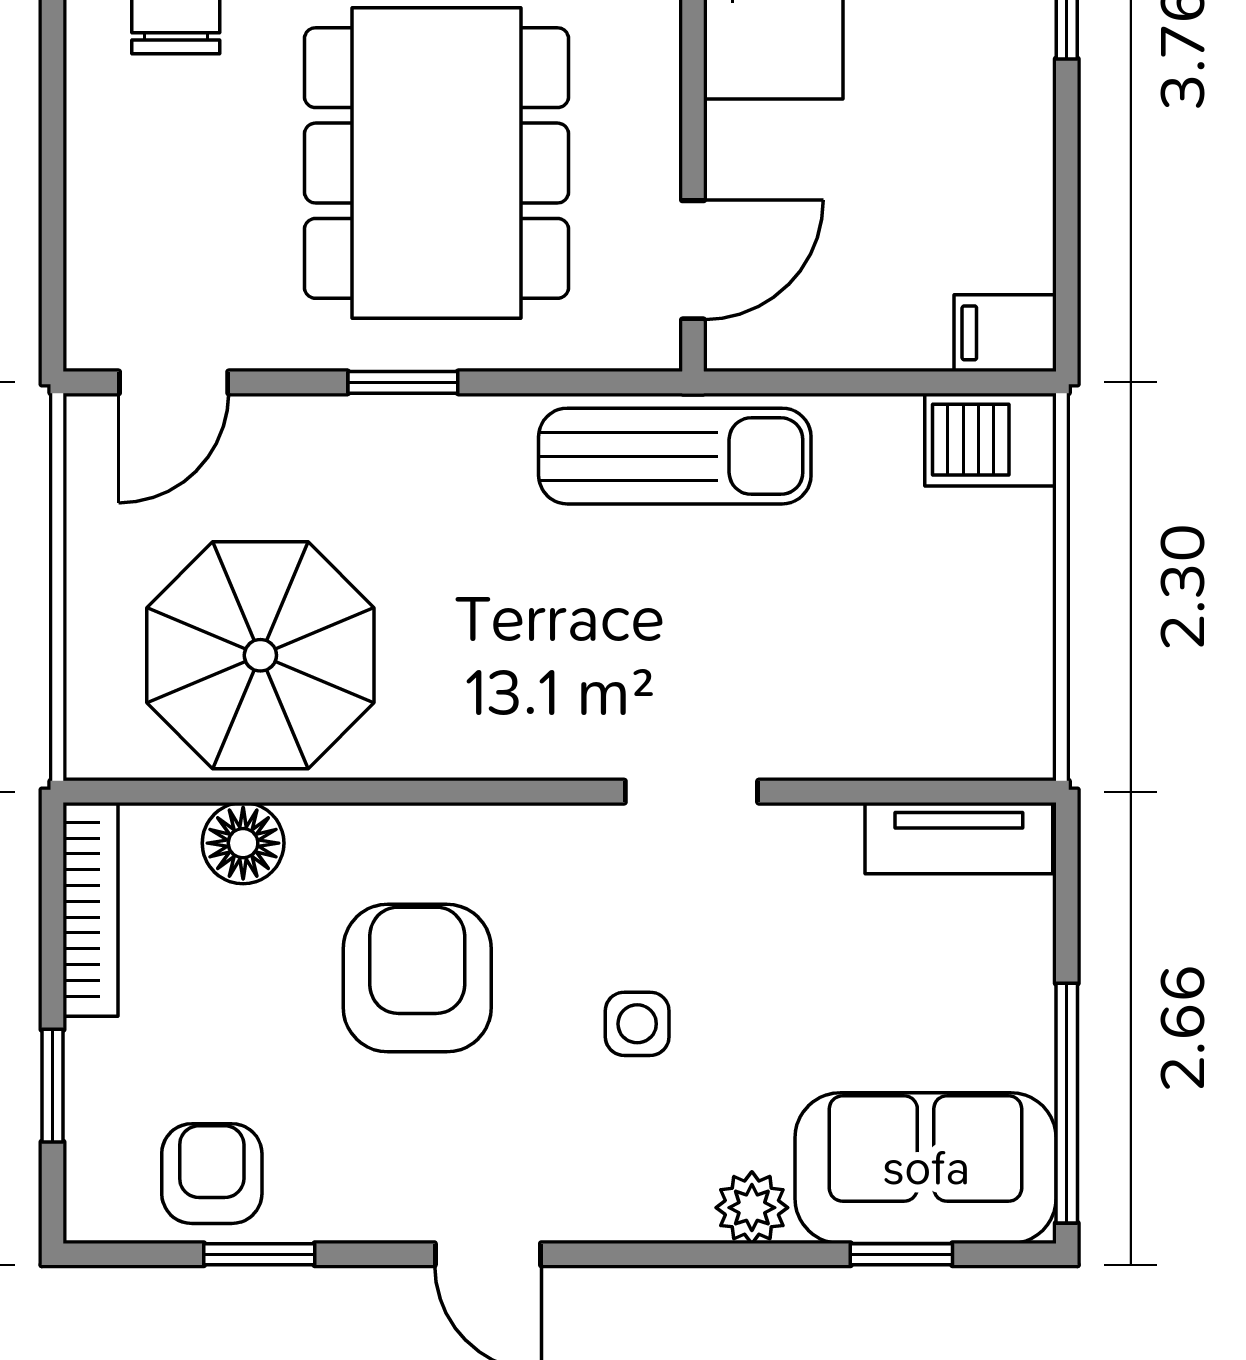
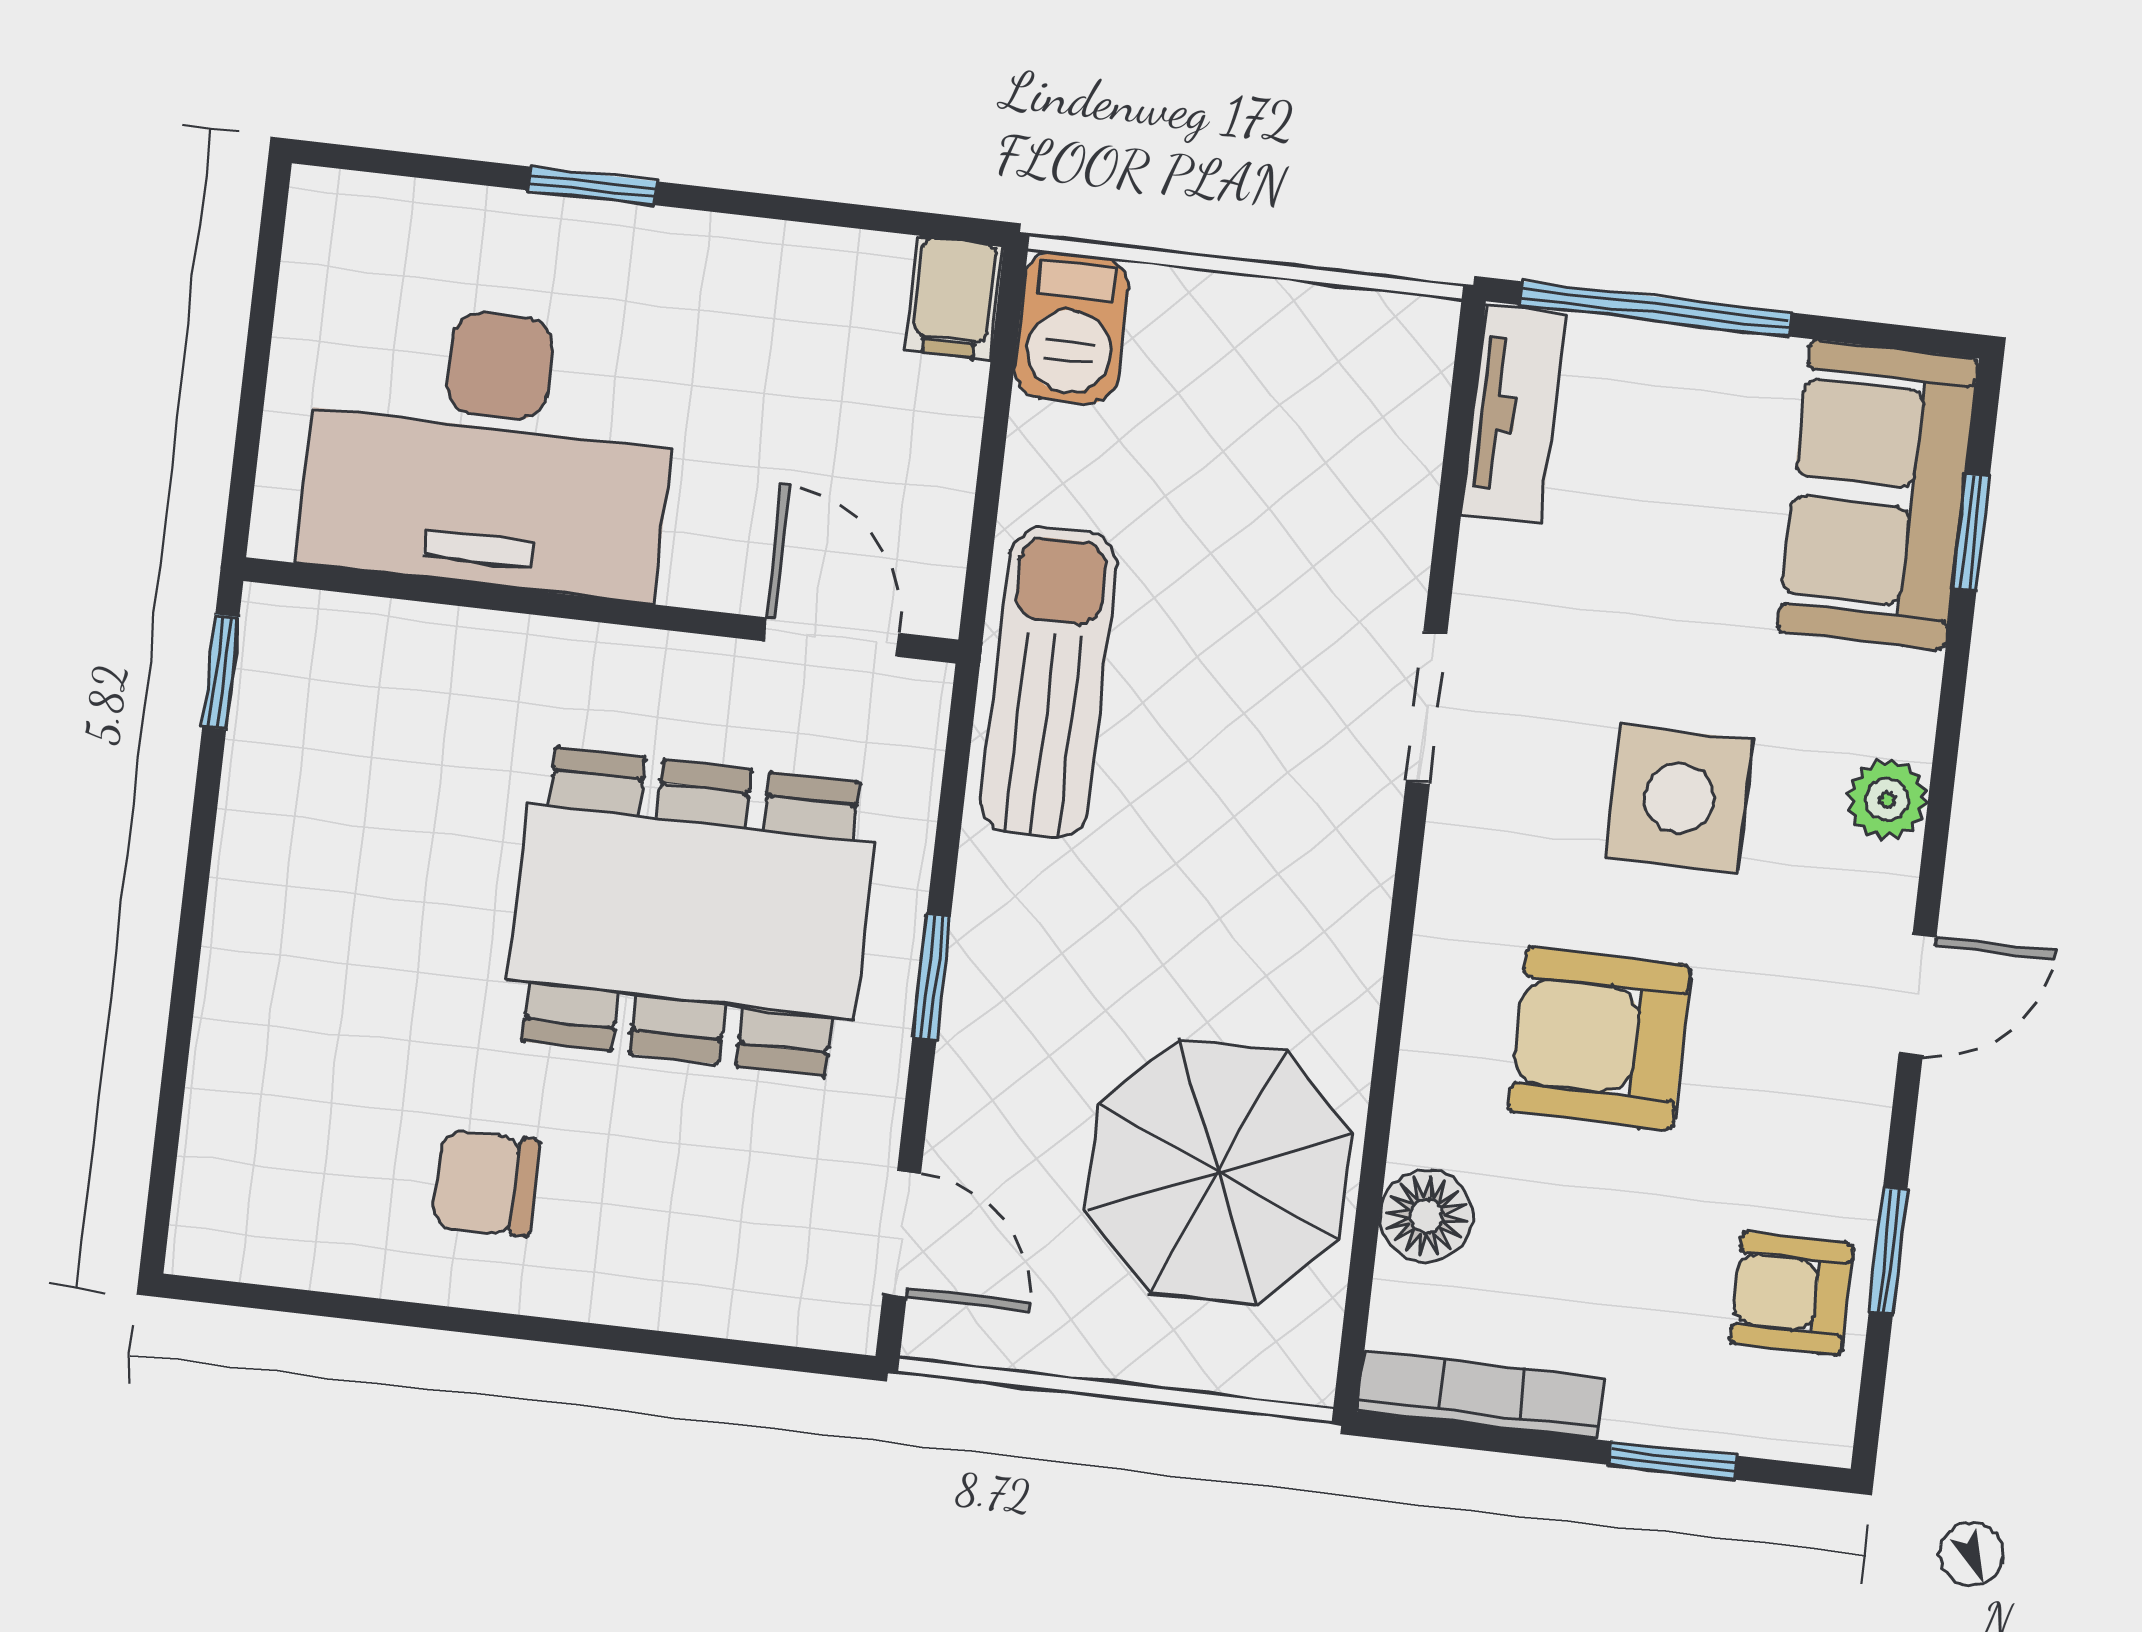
side table: (637, 1024) -> (1679, 798), width x1.87, depth x1.87
window: (1067, 1103) -> (1655, 309), moved
plant: (752, 1208) -> (1887, 800), moved

